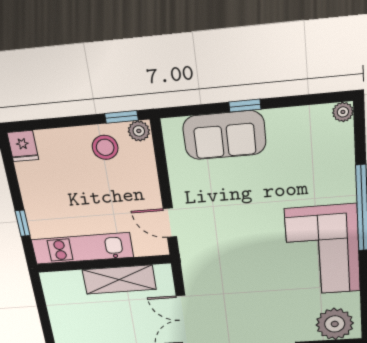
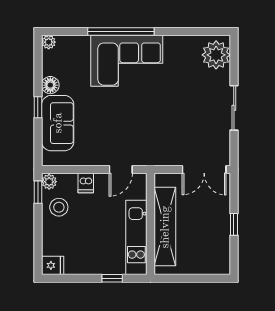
floor lamp: (279, 120) -> (50, 85), added
dishwasher: (145, 180) -> (86, 183), added
corner sofa: (323, 250) -> (127, 61), moved
shelving: (119, 280) -> (165, 227), width x1.47

